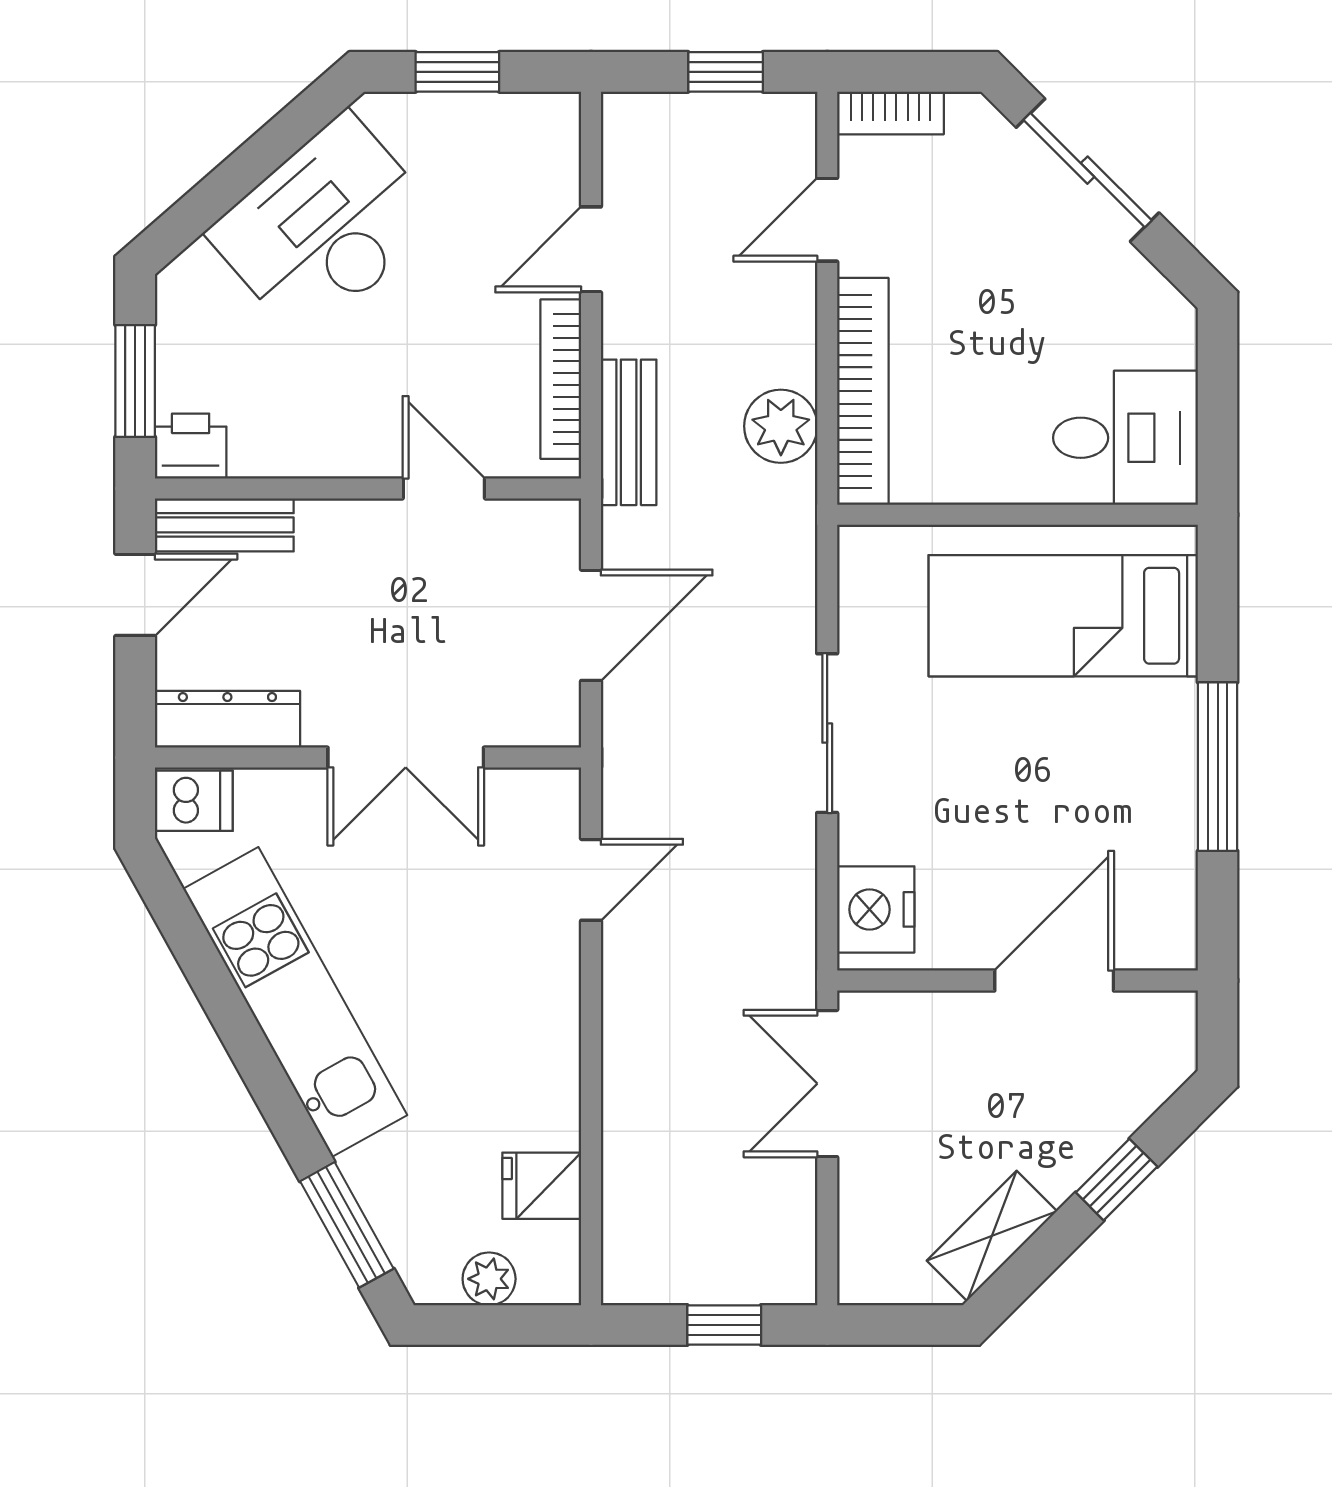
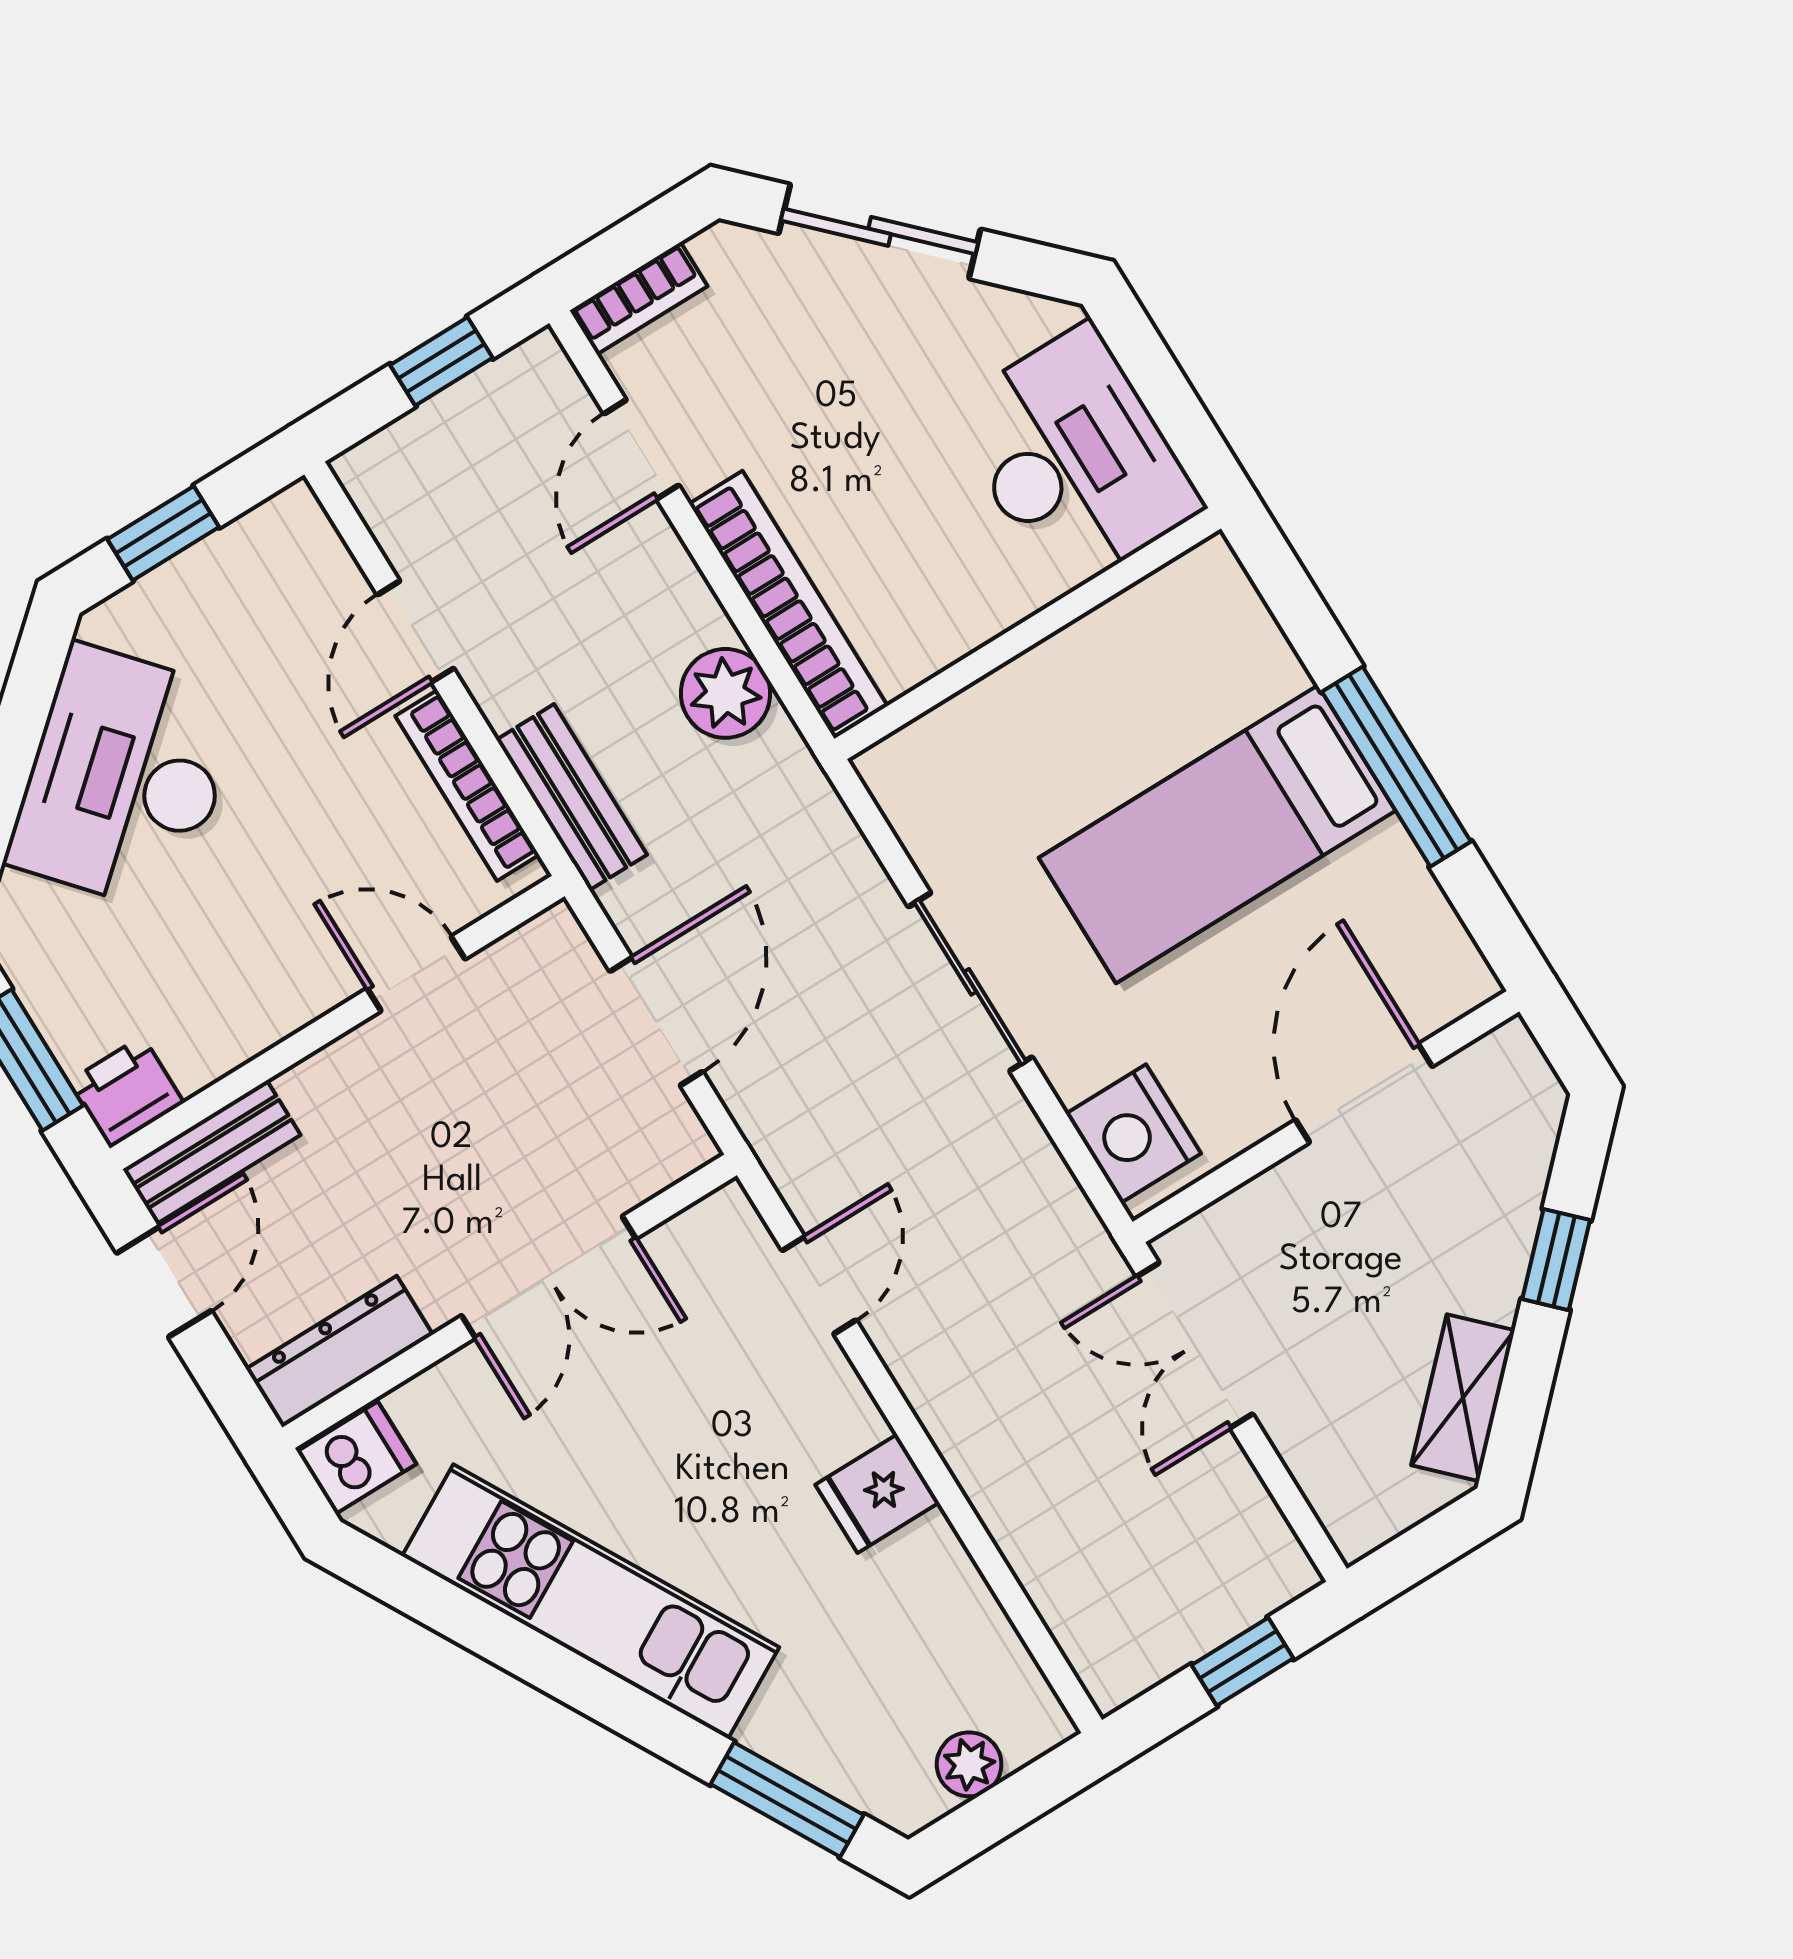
desk: (1125, 438) -> (1074, 459), width x1.37
bed: (1063, 616) -> (1217, 834), moved
fridge: (542, 1186) -> (877, 1494), moved

